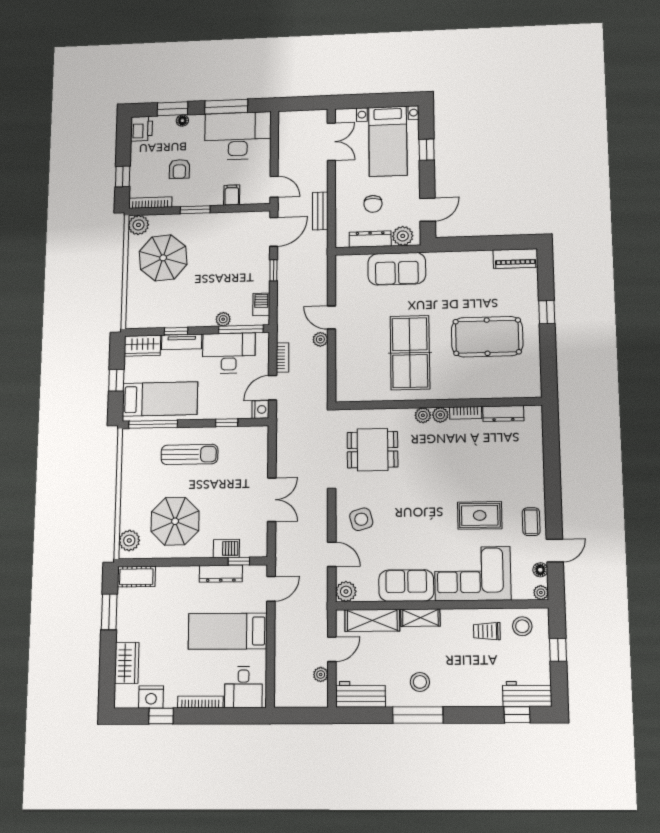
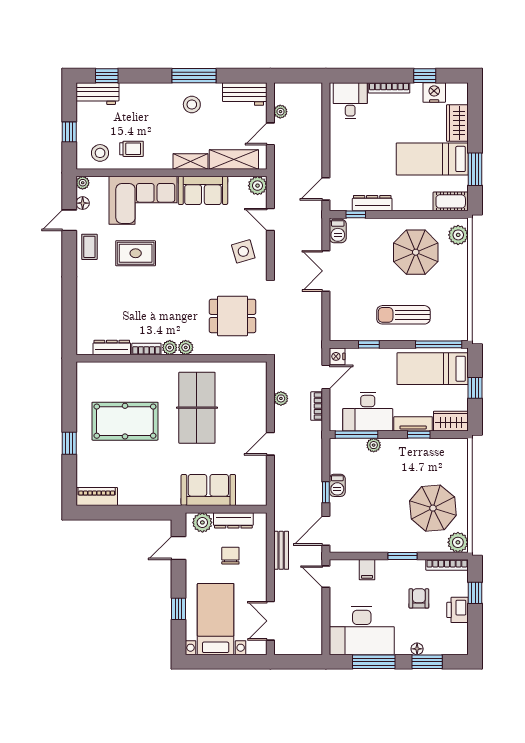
printer: (142, 129) -> (458, 610), moved
barbecue: (261, 304) -> (337, 485), moved
door: (332, 317) -> (270, 444), swing flipped
plant: (320, 339) -> (281, 398), moved
barbecue: (226, 548) -> (338, 231), moved, turned -90
bed: (228, 631) -> (432, 159), moved, turned 180

